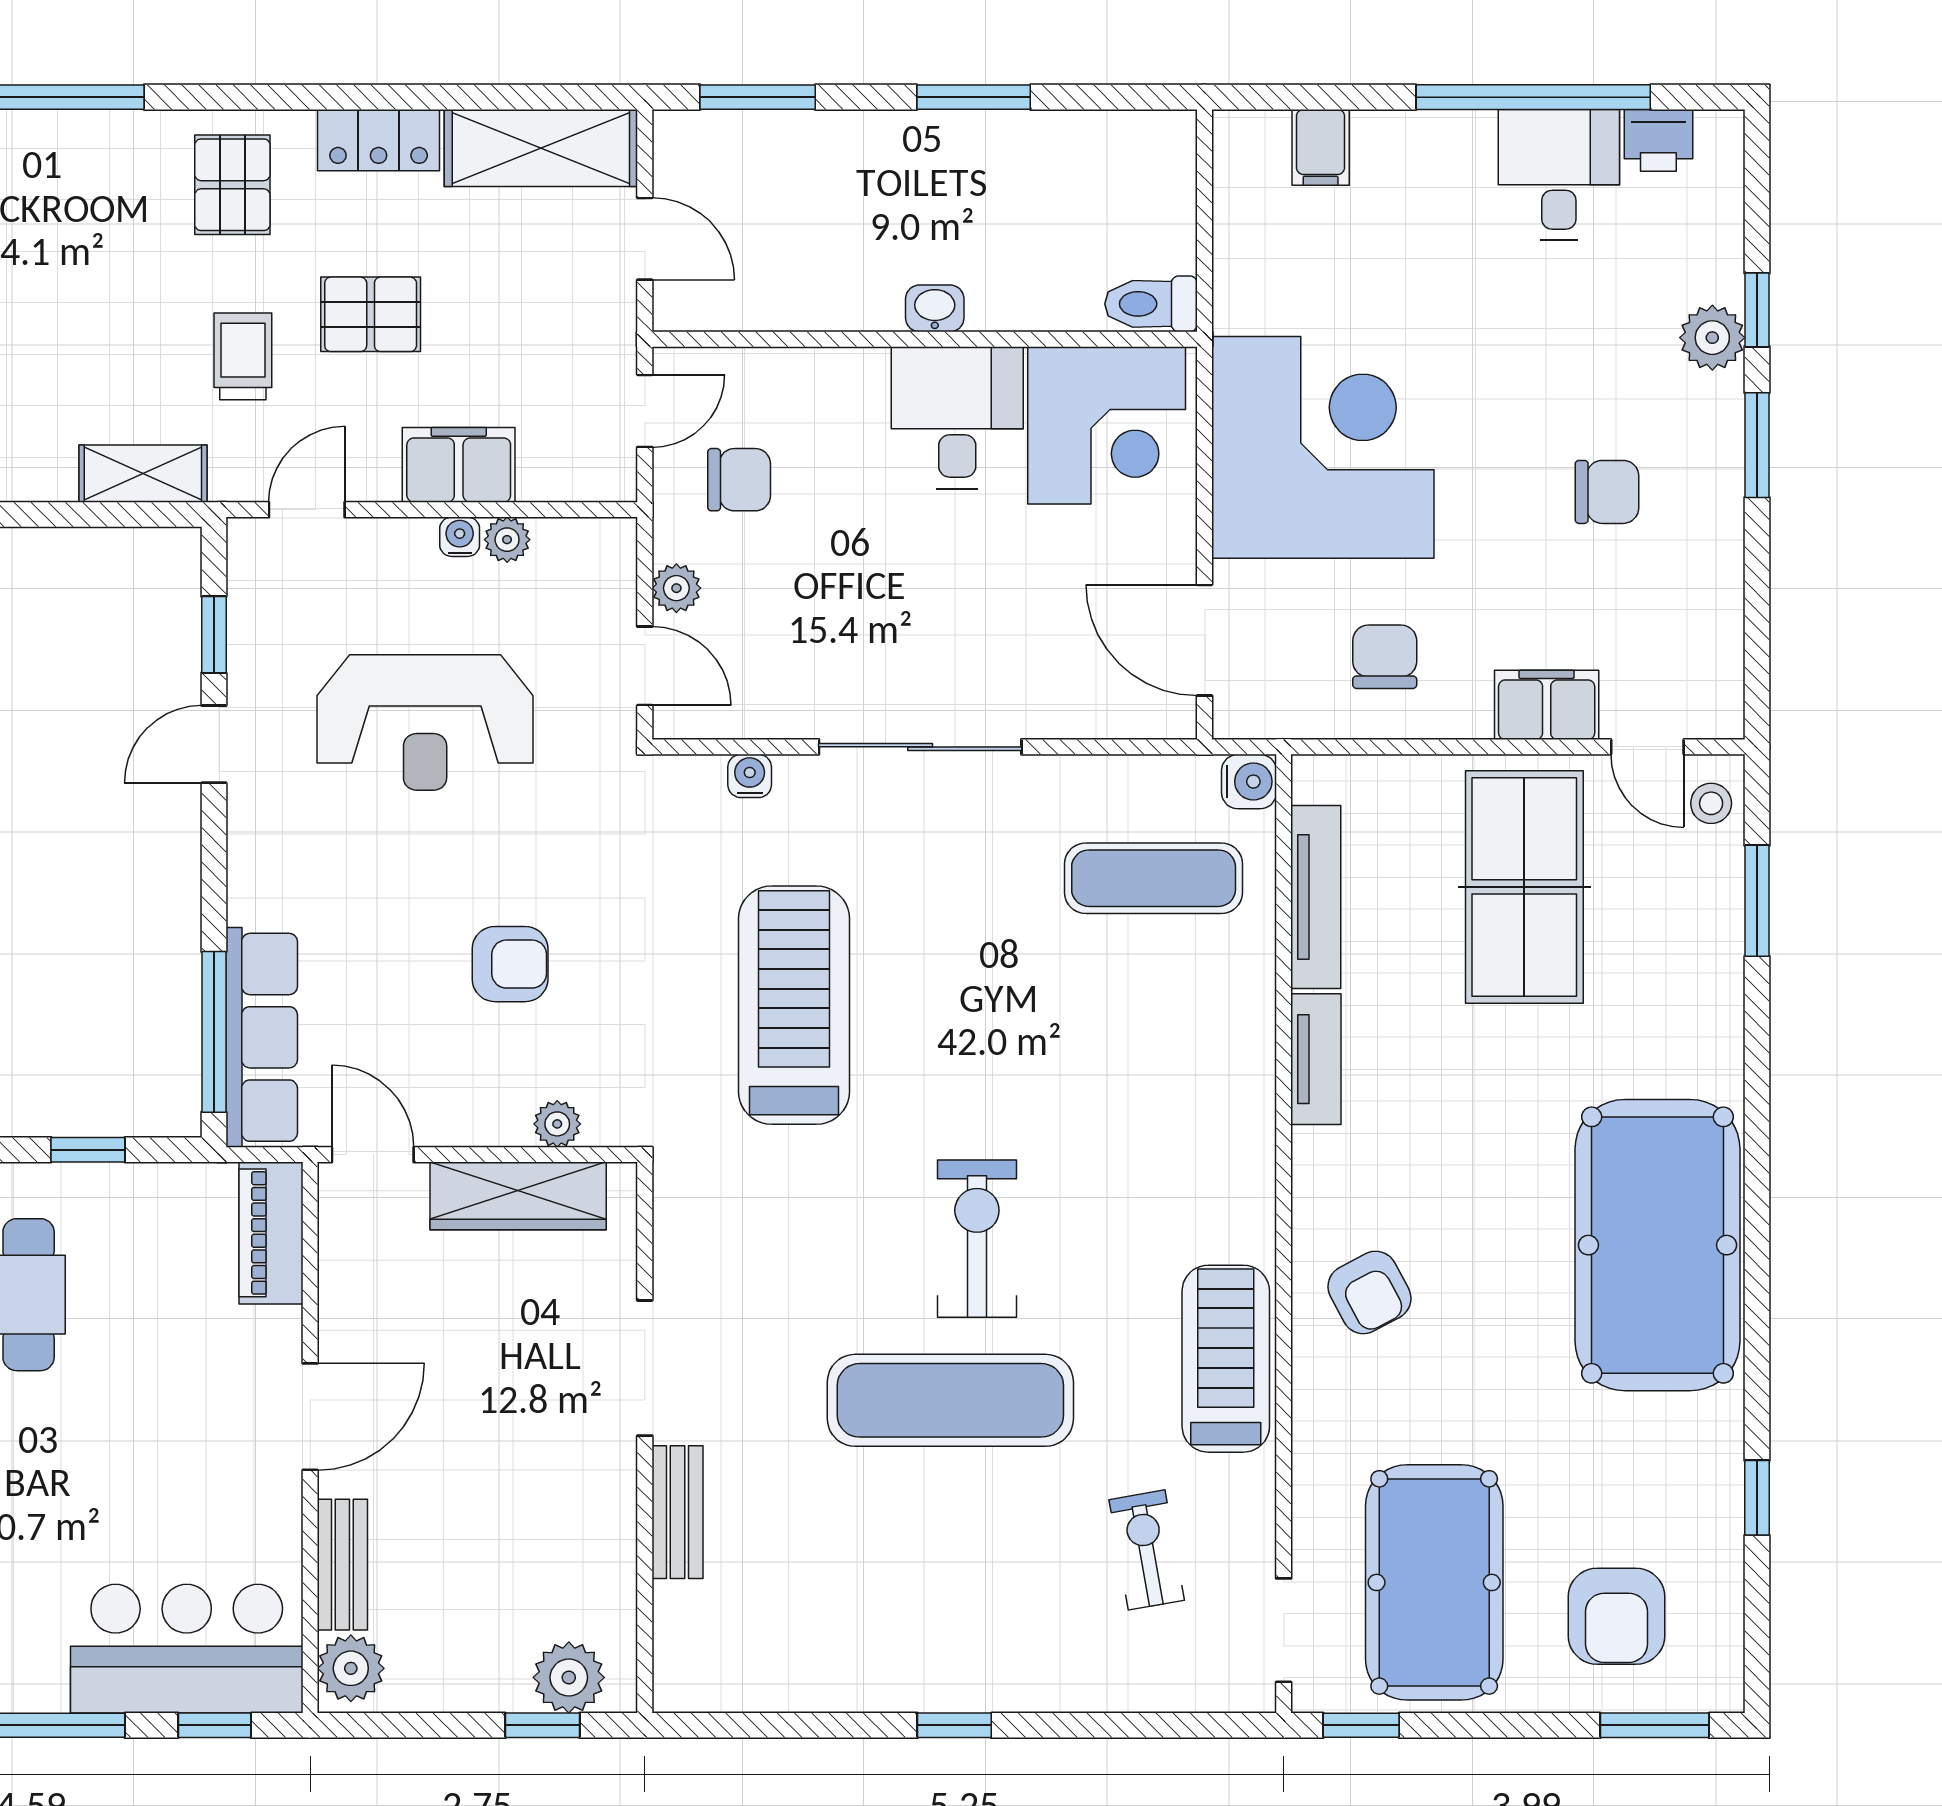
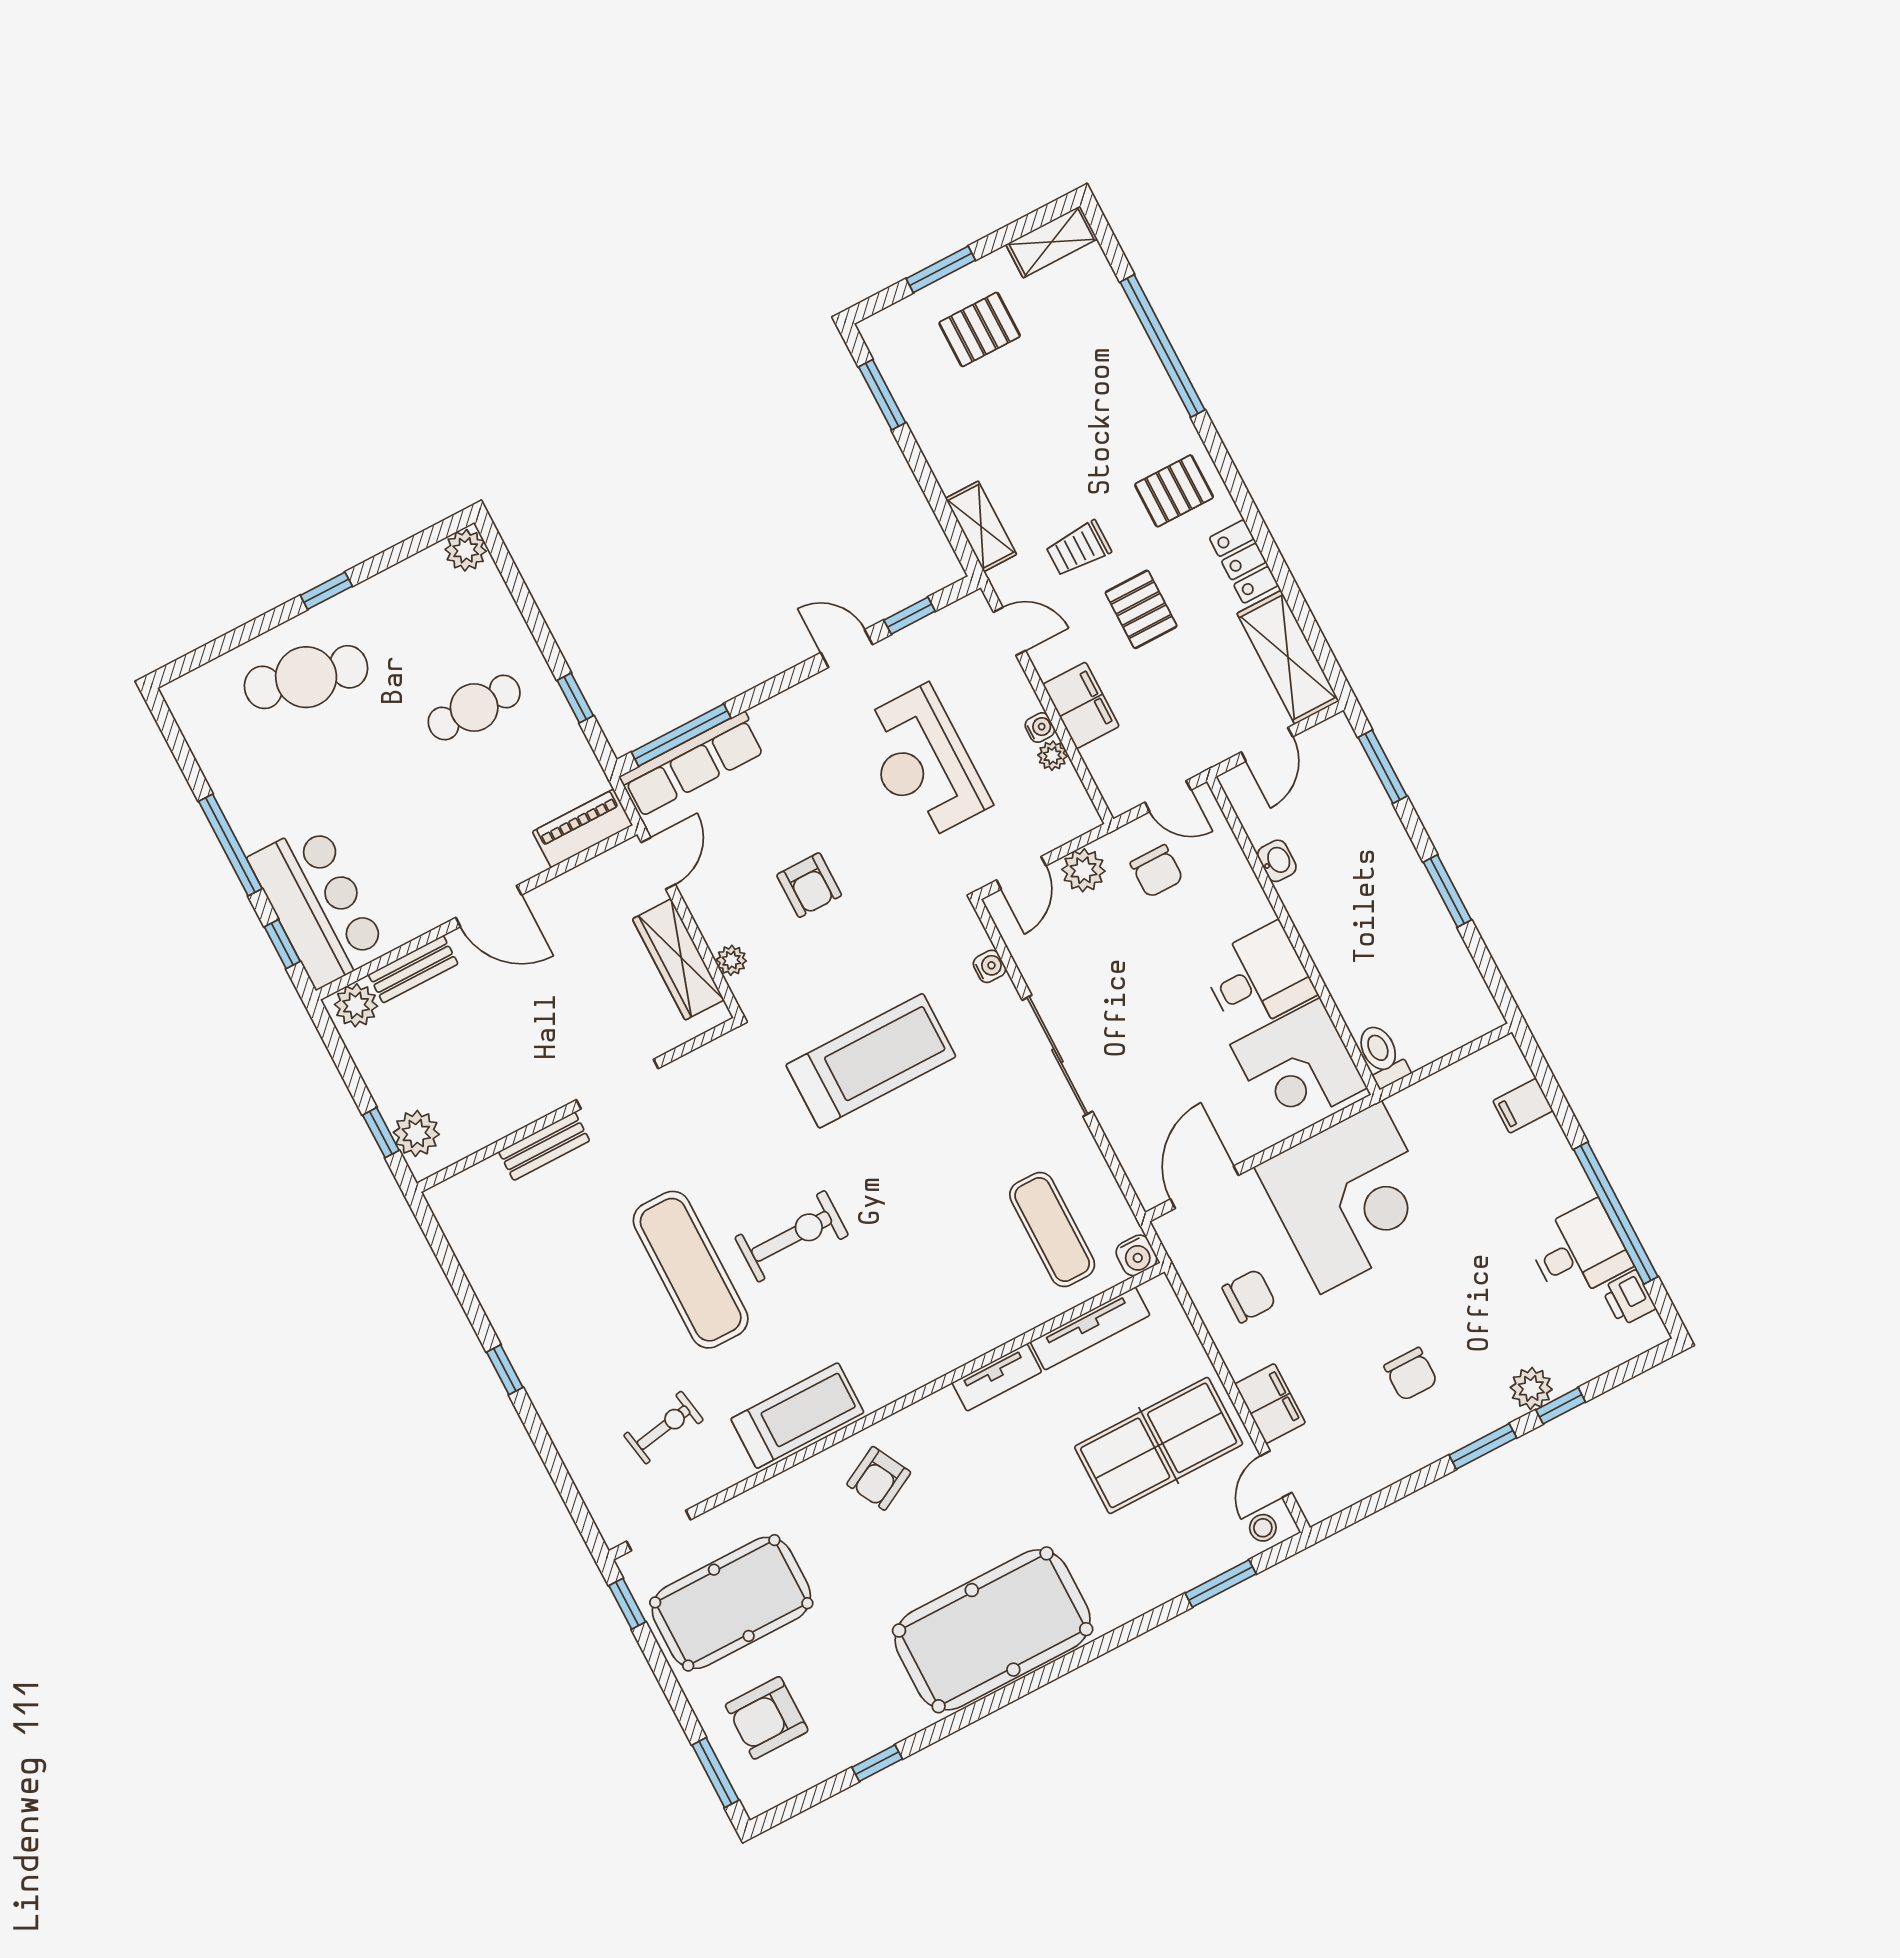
washbasin: (935, 308) -> (1277, 861), moved
trolley: (243, 356) -> (1079, 549), turned 180
plant: (676, 588) -> (1083, 870), width x1.38, depth x1.38

